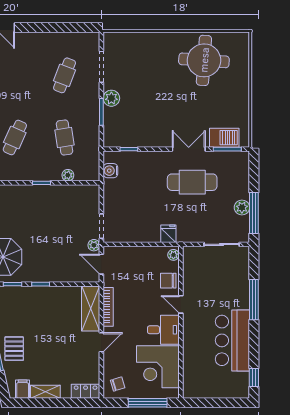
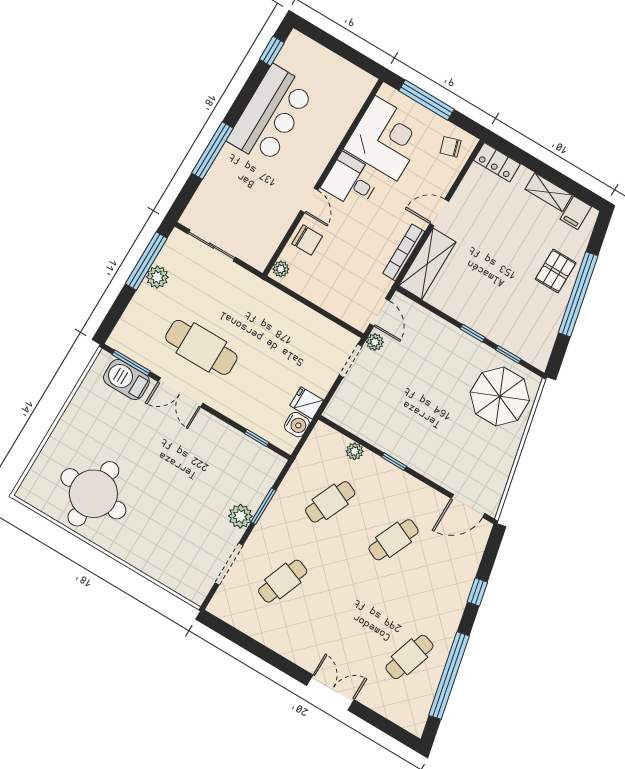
cafe table: (65, 138) -> (330, 502), turned 33
fridge: (168, 234) -> (307, 403), moved, turned 90

